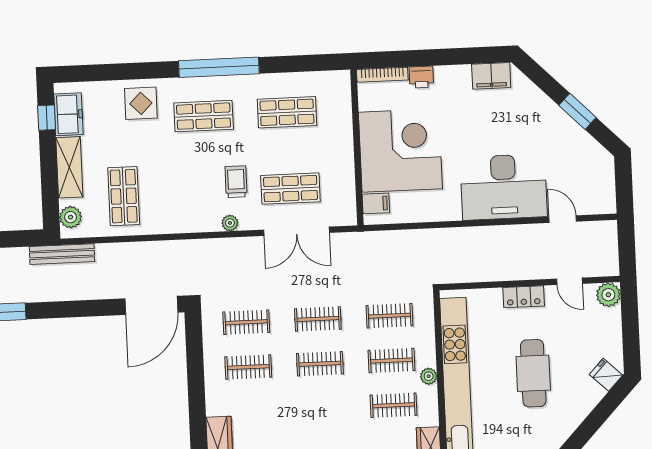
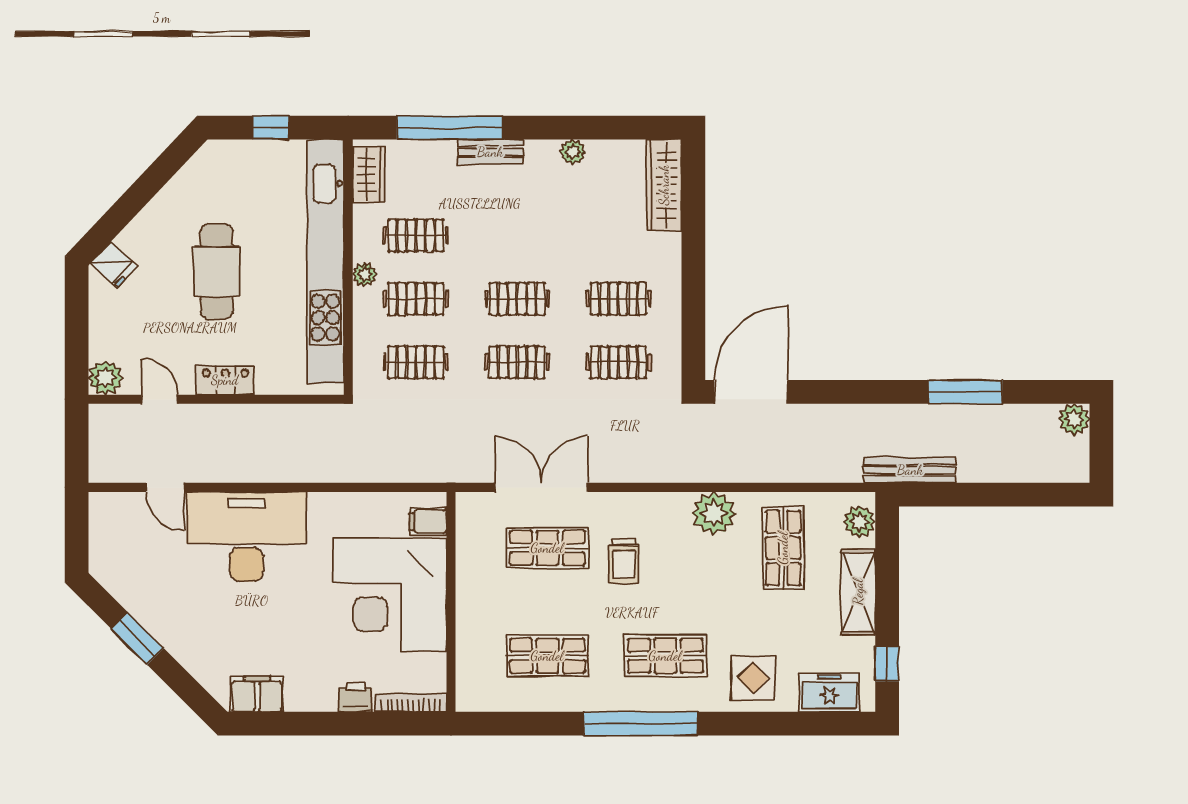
freezer: (68, 114) -> (829, 693), moved, turned 90
plant: (230, 223) -> (714, 513), moved, width x1.88, depth x1.88
bench: (62, 254) -> (910, 470), moved

